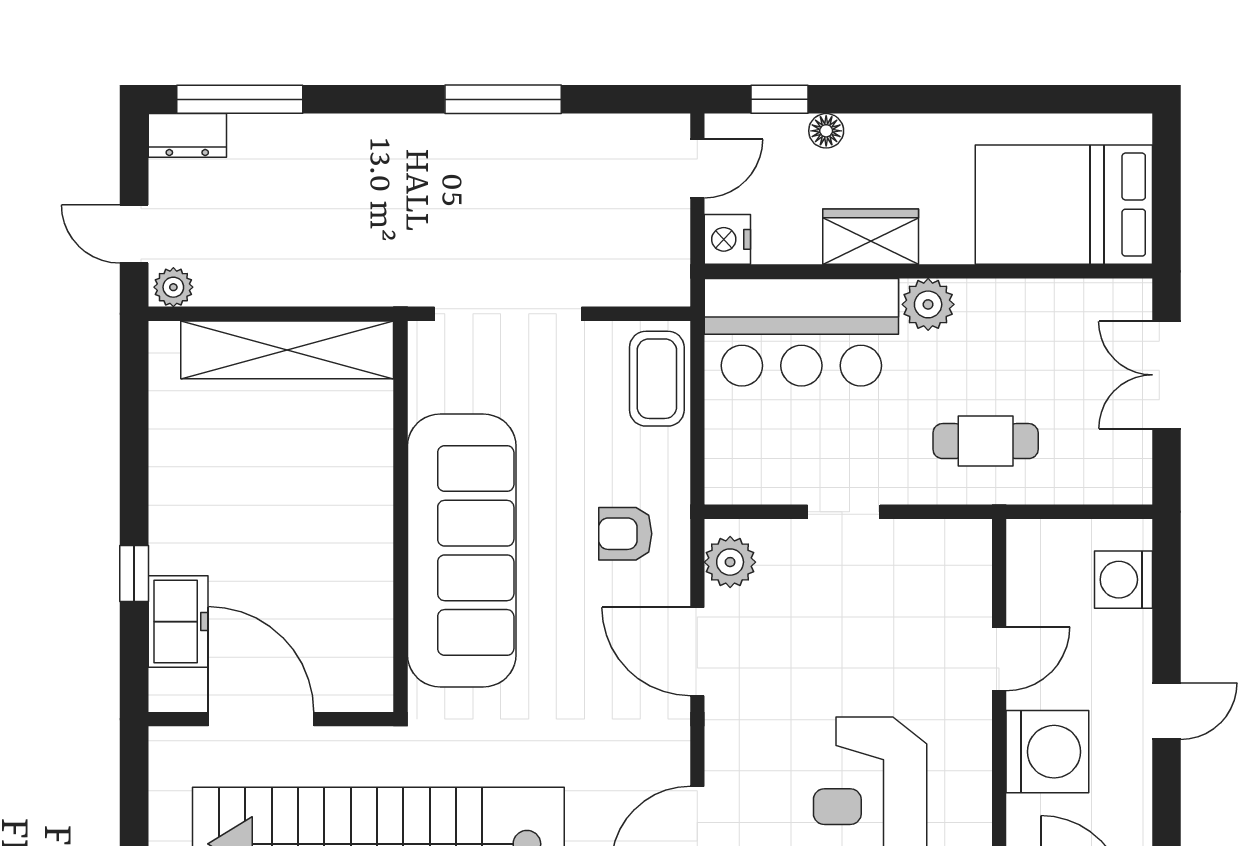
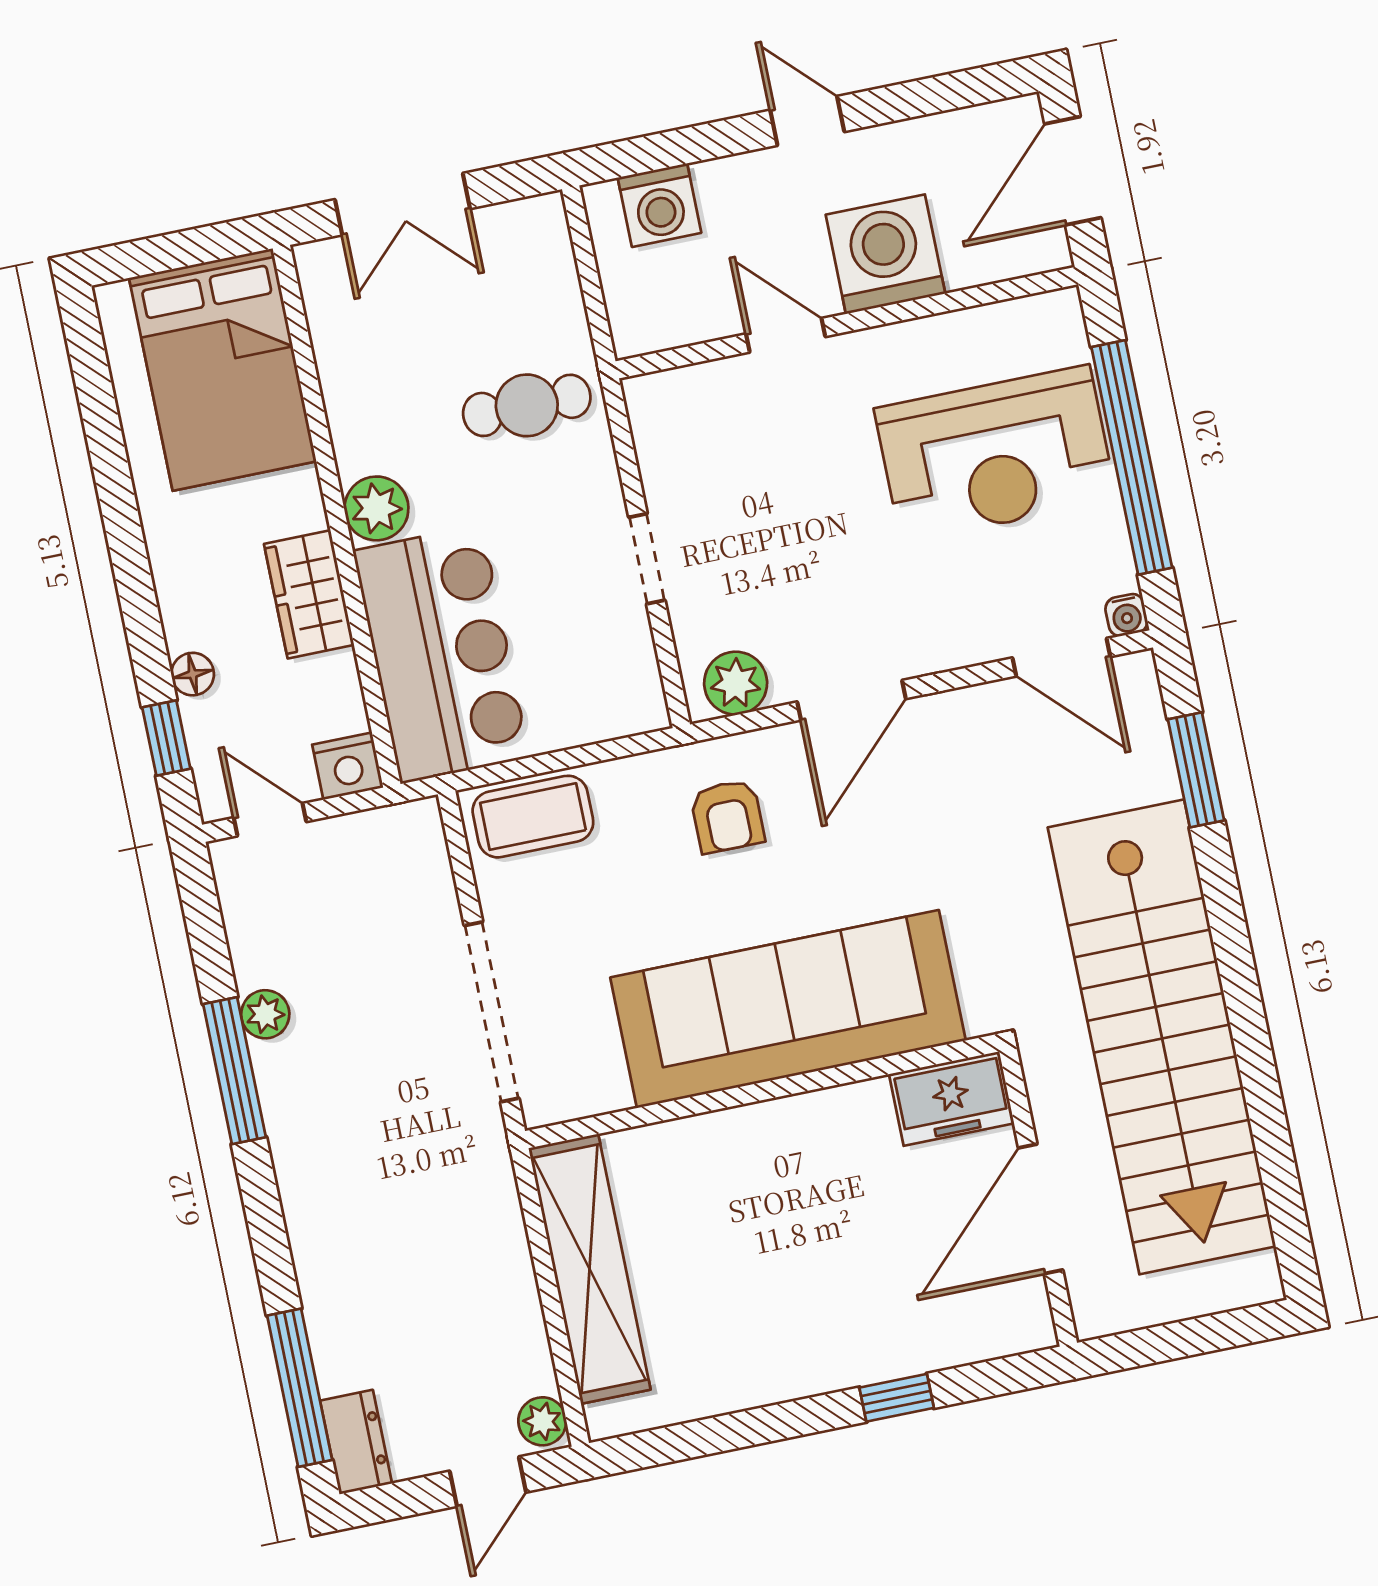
plant: (543, 133) -> (265, 1014), added
cafe table: (986, 441) -> (527, 405), turned 90
freezer: (178, 622) -> (952, 1099), moved, turned 180

